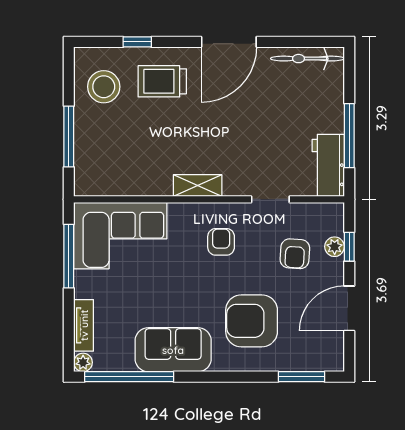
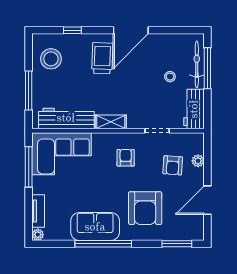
bicycle: (307, 59) -> (197, 64), moved, turned 90
trolley: (162, 81) -> (102, 58), moved, turned 92
stool: (291, 115) -> (170, 77), added
window: (349, 136) -> (207, 68), moved
workbench: (128, 180) -> (66, 118), added
window: (349, 247) -> (207, 161), removed
armchair: (252, 321) -> (145, 208), turned -90
window: (129, 377) -> (103, 244), moved

